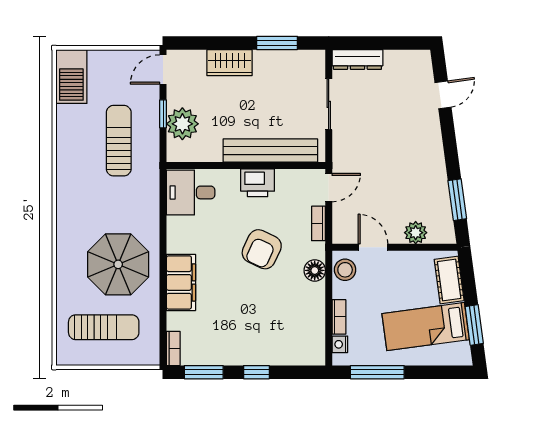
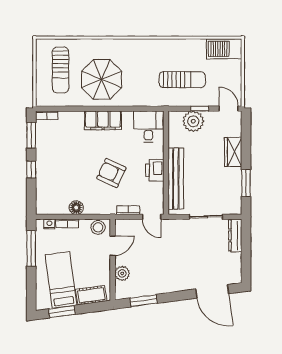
door: (443, 95) -> (212, 291), width x1.87
floor lamp: (315, 270) -> (76, 208), moved
filing cabinet: (181, 282) -> (103, 120), moved

